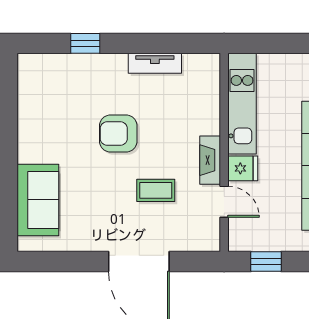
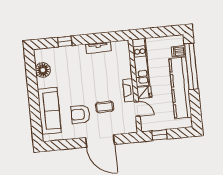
floor lamp: (33, 99) -> (43, 70), added
armchair: (118, 134) -> (80, 114), moved
sofa: (38, 200) -> (49, 111), width x1.36

